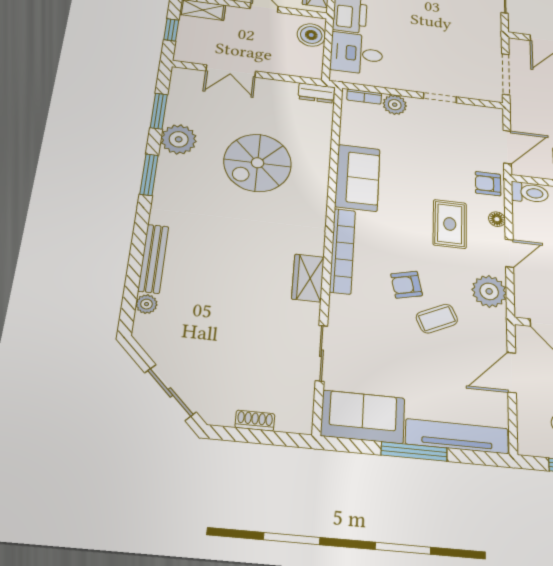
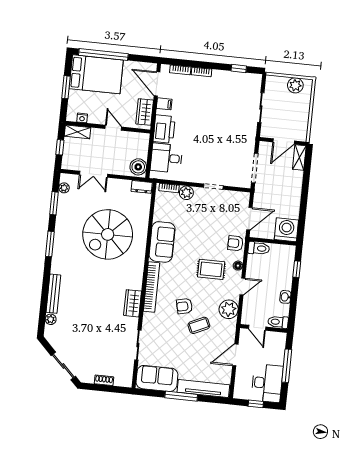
boiler: (311, 35) -> (138, 167), moved
plant: (179, 139) -> (64, 188), moved, width x0.53, depth x0.53
spiral stairs: (258, 163) -> (108, 234), width x1.37, depth x1.37
rug: (450, 224) -> (211, 269), turned 90

